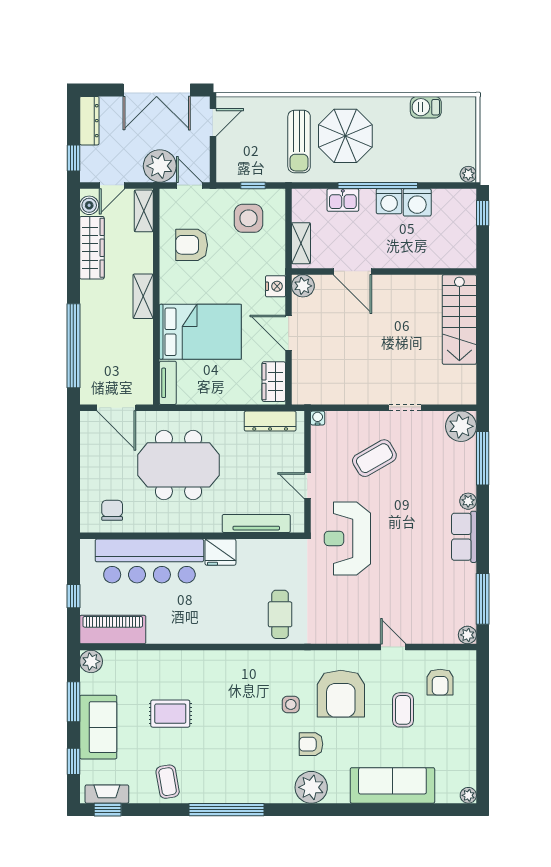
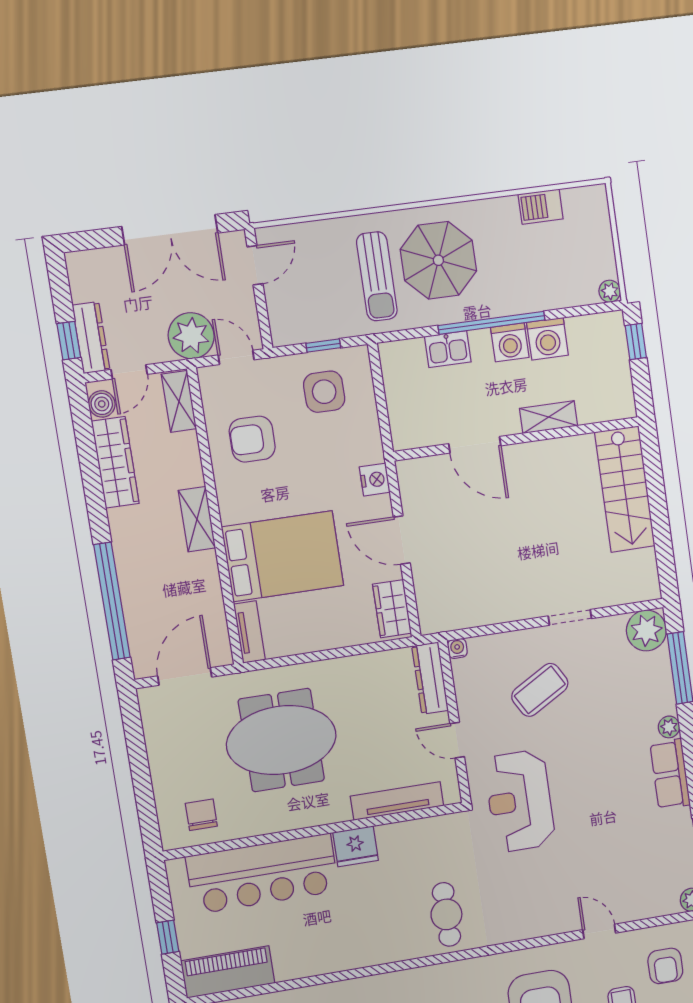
dresser: (89, 121) -> (91, 338), moved
shelving: (301, 243) -> (549, 417), moved, turned 90
plant: (303, 286) -> (412, 474), removed
door: (116, 408) -> (185, 676), swing flipped
dresser: (270, 421) -> (430, 678), moved, turned 90

